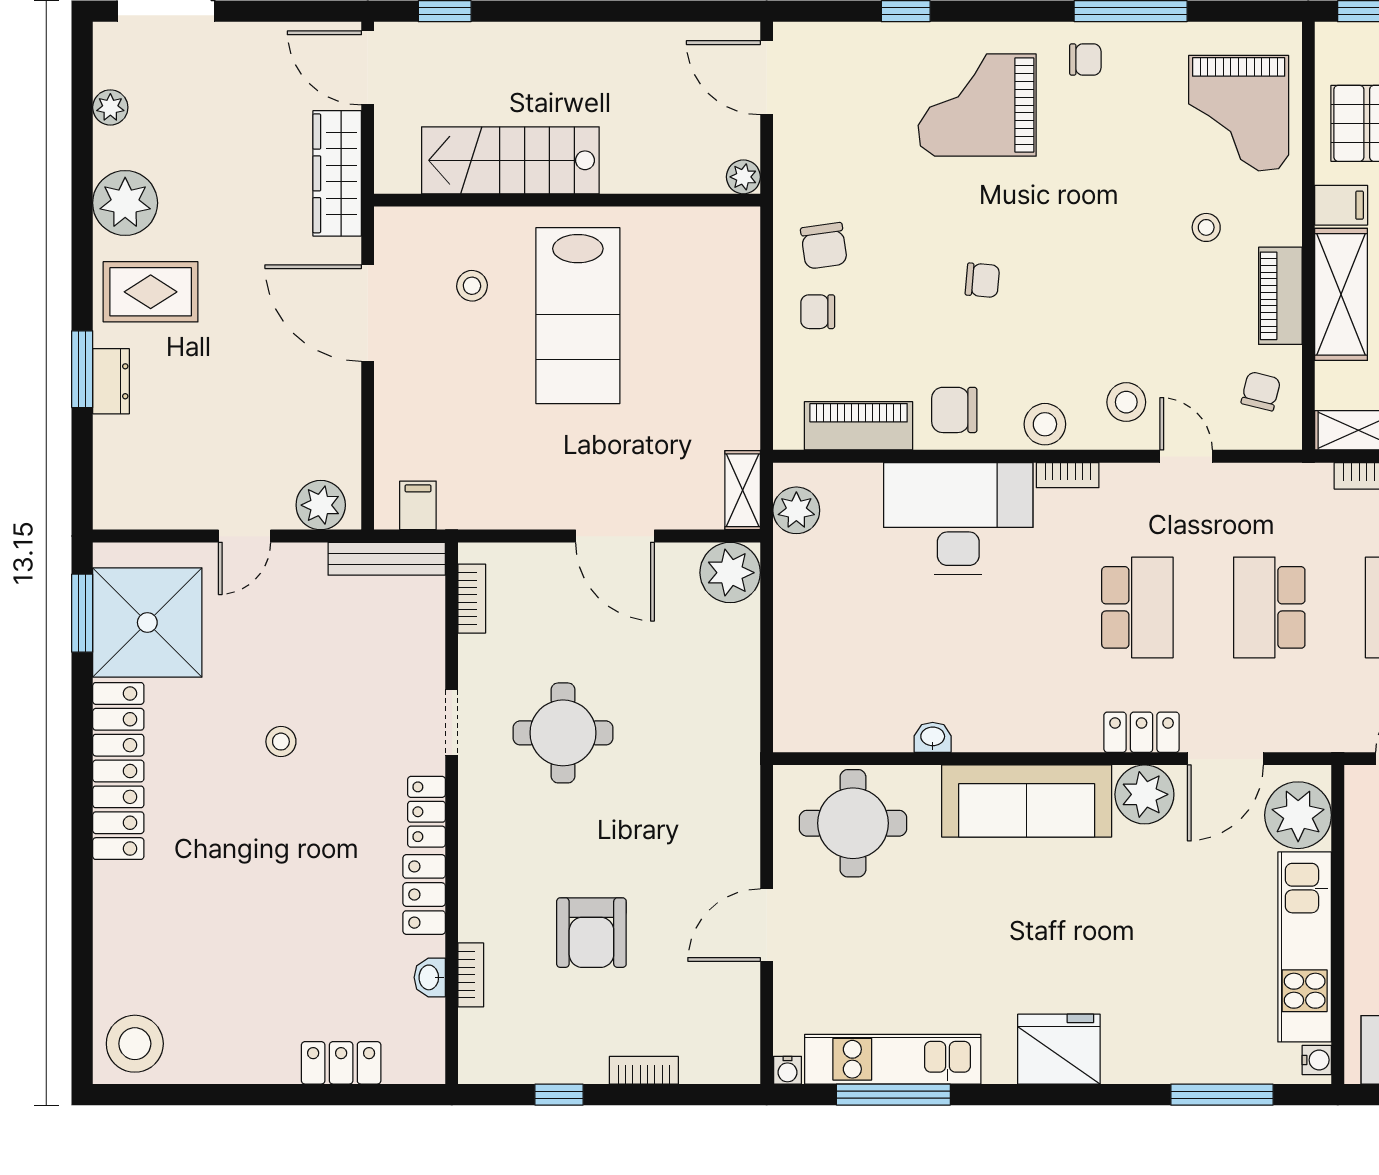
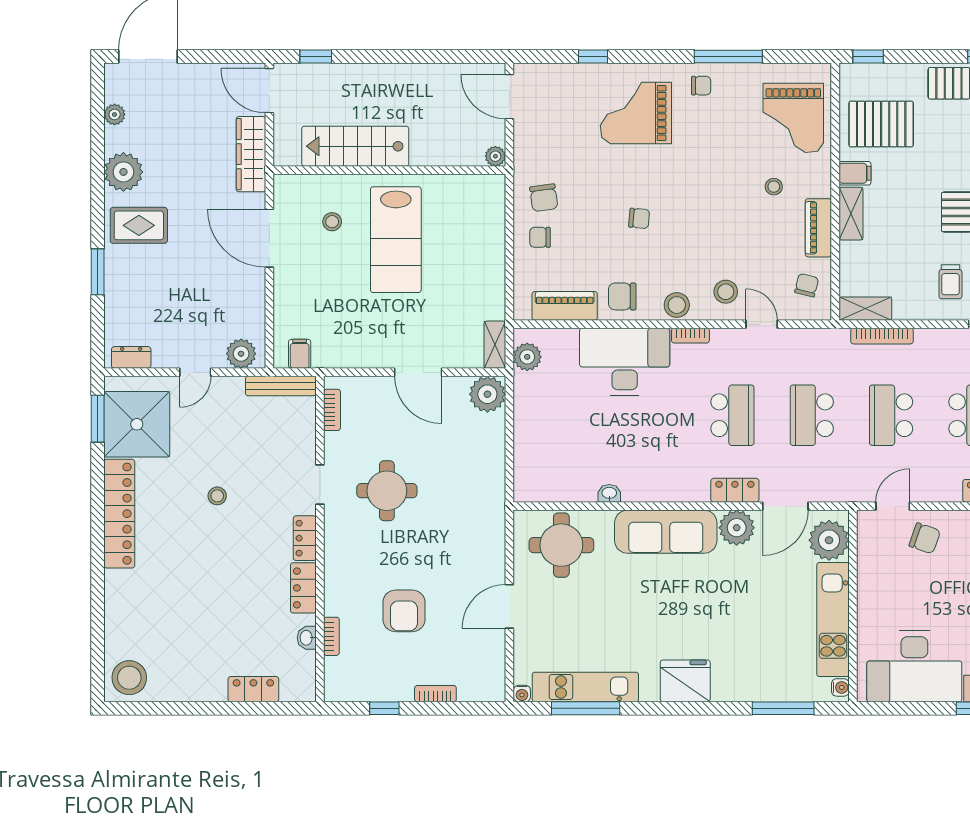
shelving: (1341, 294) -> (851, 214), width x0.67, depth x0.75
dresser: (111, 381) -> (131, 357), moved, turned -90

